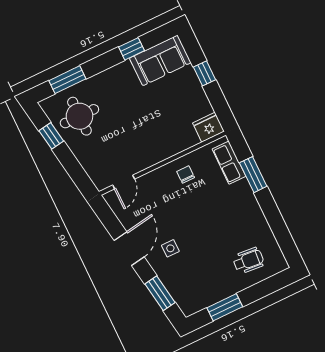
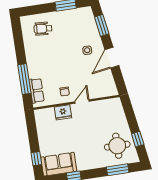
window: (205, 73) -> (36, 159), moved
fridge: (208, 127) -> (63, 112), moved
window: (253, 175) -> (24, 79), width x1.44
door: (124, 182) -> (82, 102), moved

